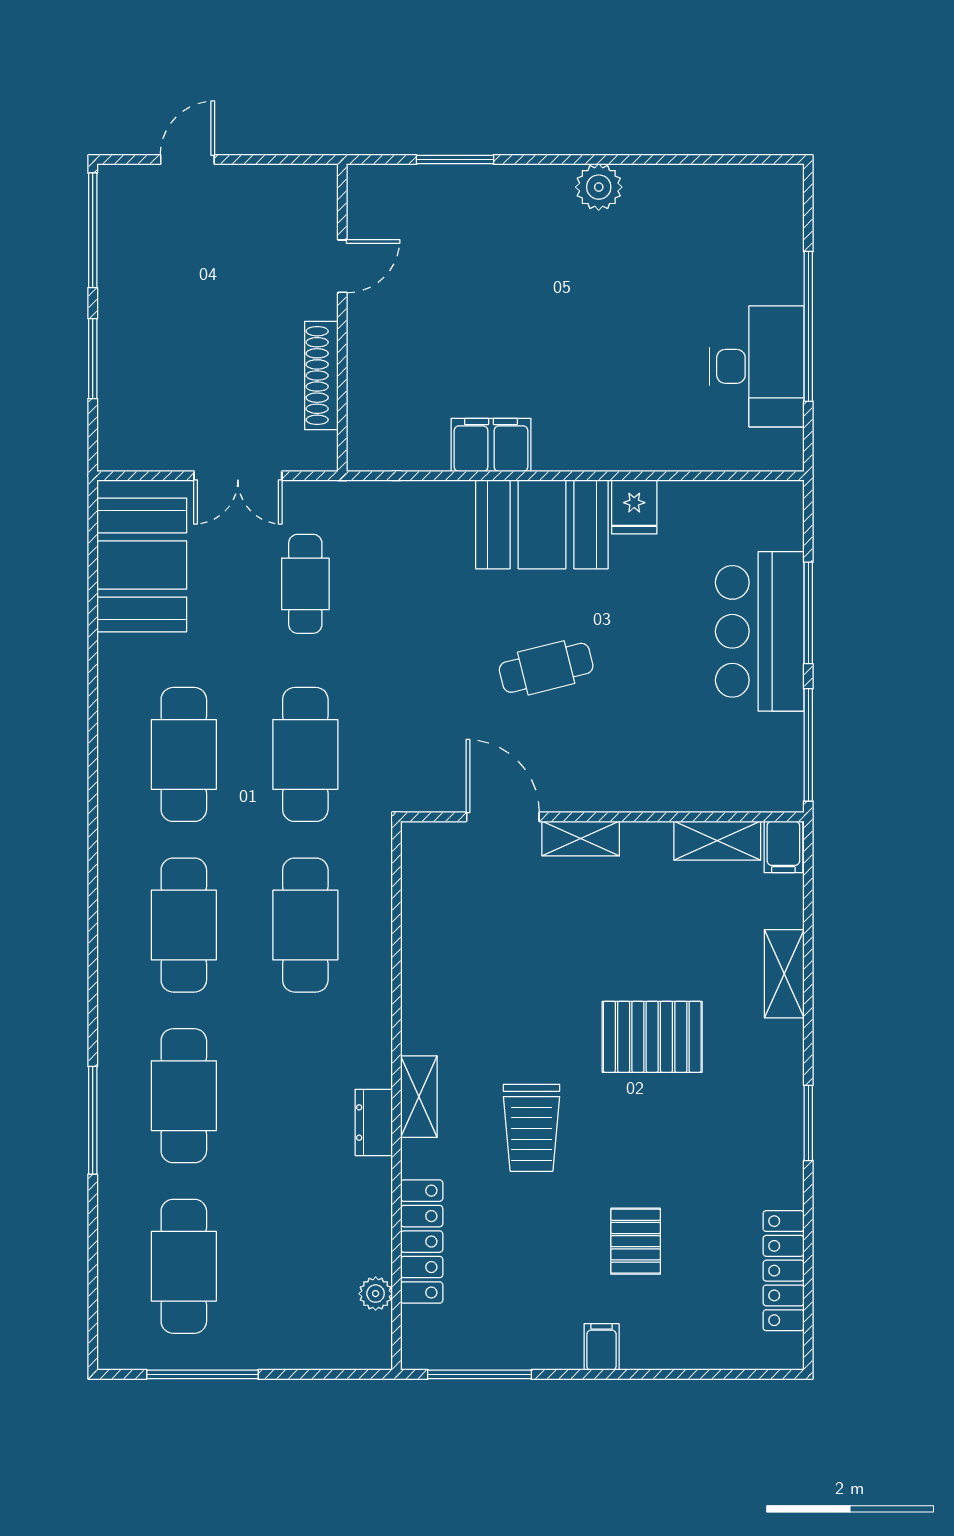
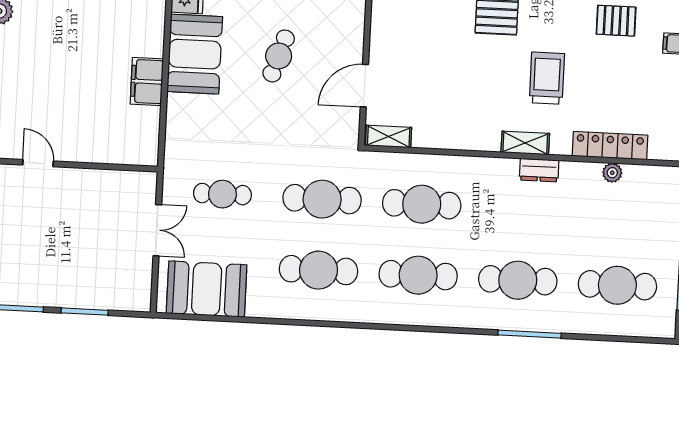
shoe rack: (321, 375) -> (101, 179), removed
cafe table: (546, 668) -> (279, 56), turned 32
shelving: (581, 838) -> (389, 137), moved, turned 90
trolley: (531, 1128) -> (547, 78), turned -90
plant: (376, 1294) -> (612, 173), moved

